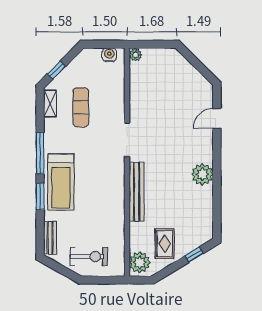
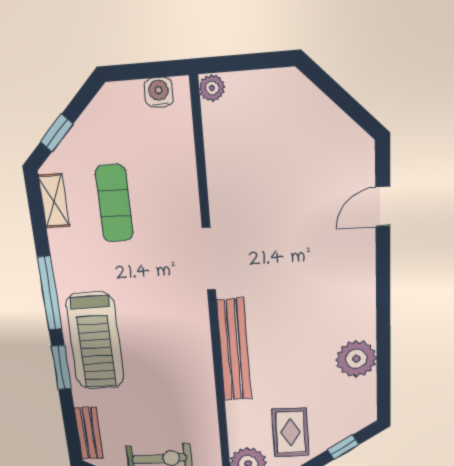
plant: (202, 174) -> (356, 359), moved

